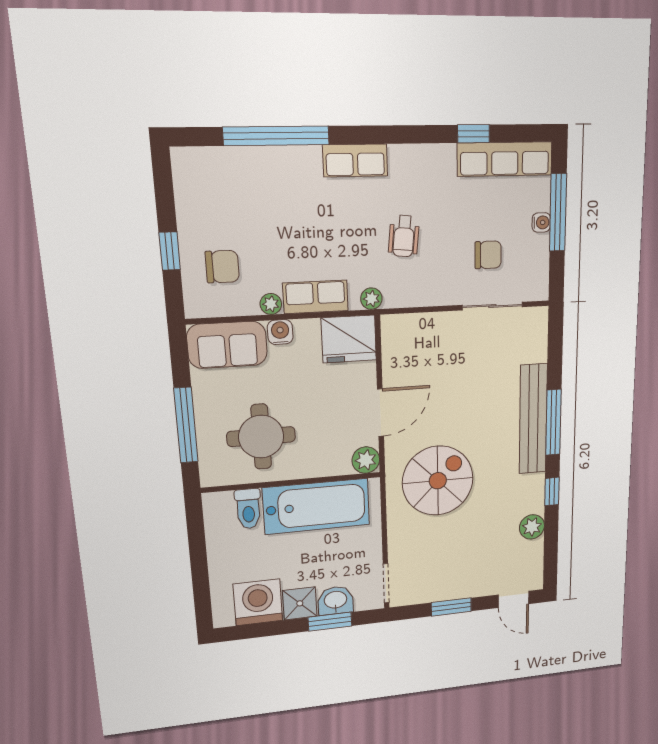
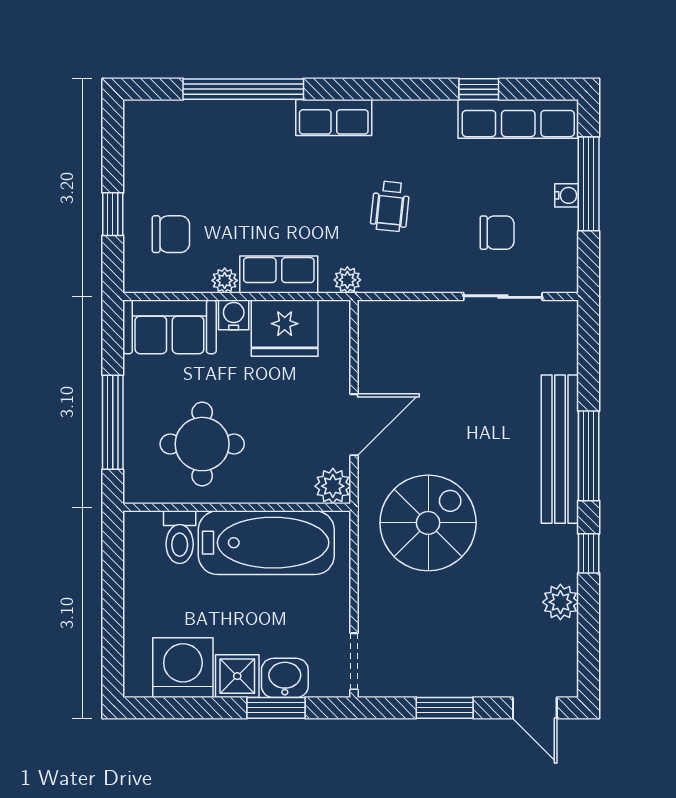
fridge: (349, 339) -> (285, 328), moved

